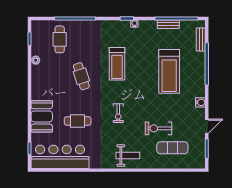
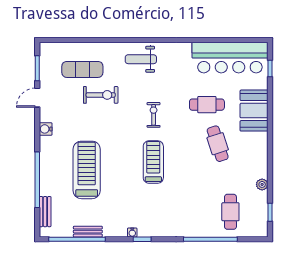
treadmill: (117, 64) -> (153, 162), moved
cafe table: (81, 76) -> (218, 144), moved

